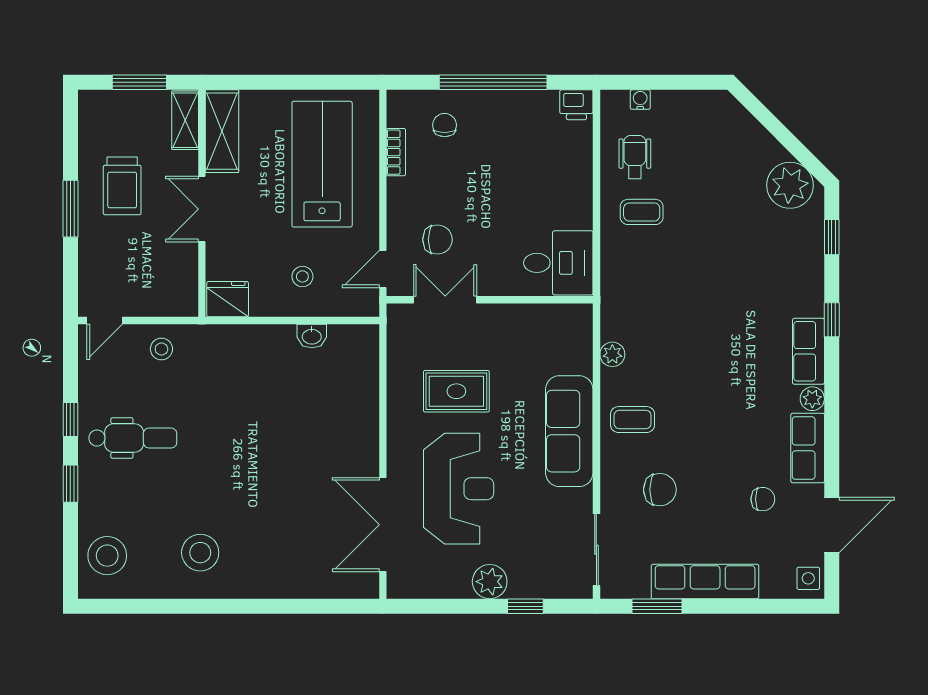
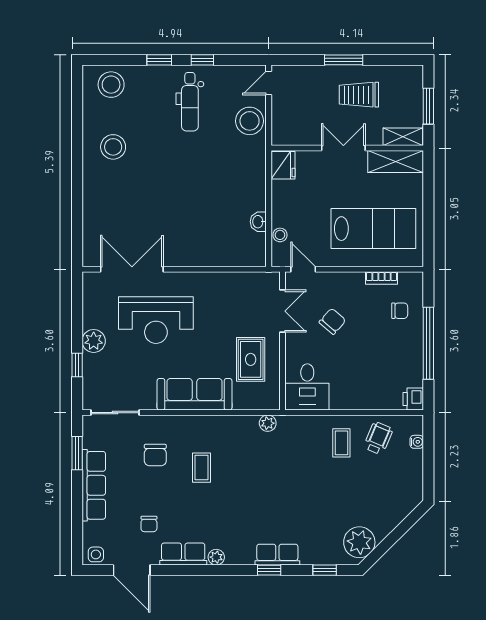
wheelchair: (635, 157) -> (378, 438), turned -67
chair: (437, 240) -> (332, 321), moved, turned -139
stool: (302, 276) -> (280, 235), moved
door: (105, 321) -> (269, 83), hinge flipped
stool: (161, 349) -> (250, 121), width x1.89, depth x1.89
row of seats: (809, 351) -> (277, 555), moved
plant: (612, 354) -> (268, 423), moved
rug: (456, 391) -> (251, 359), moved
coffee table: (633, 420) -> (202, 468), moved

